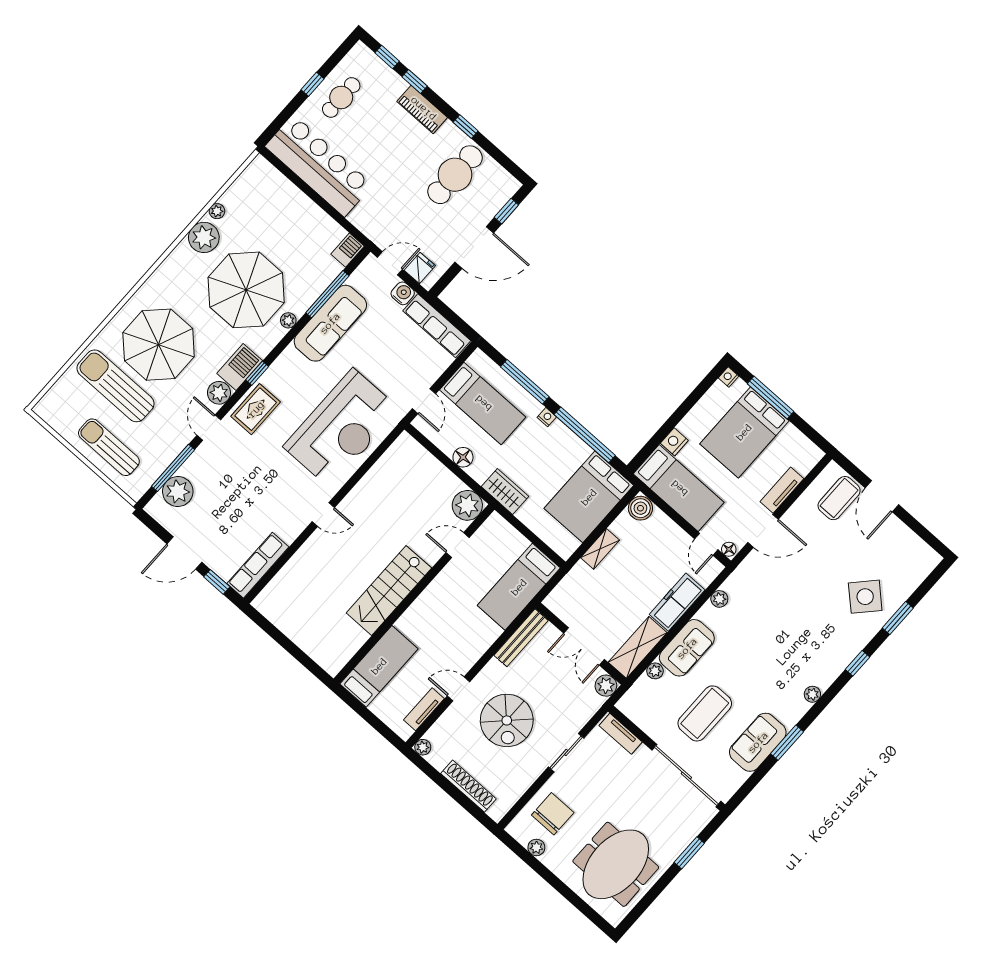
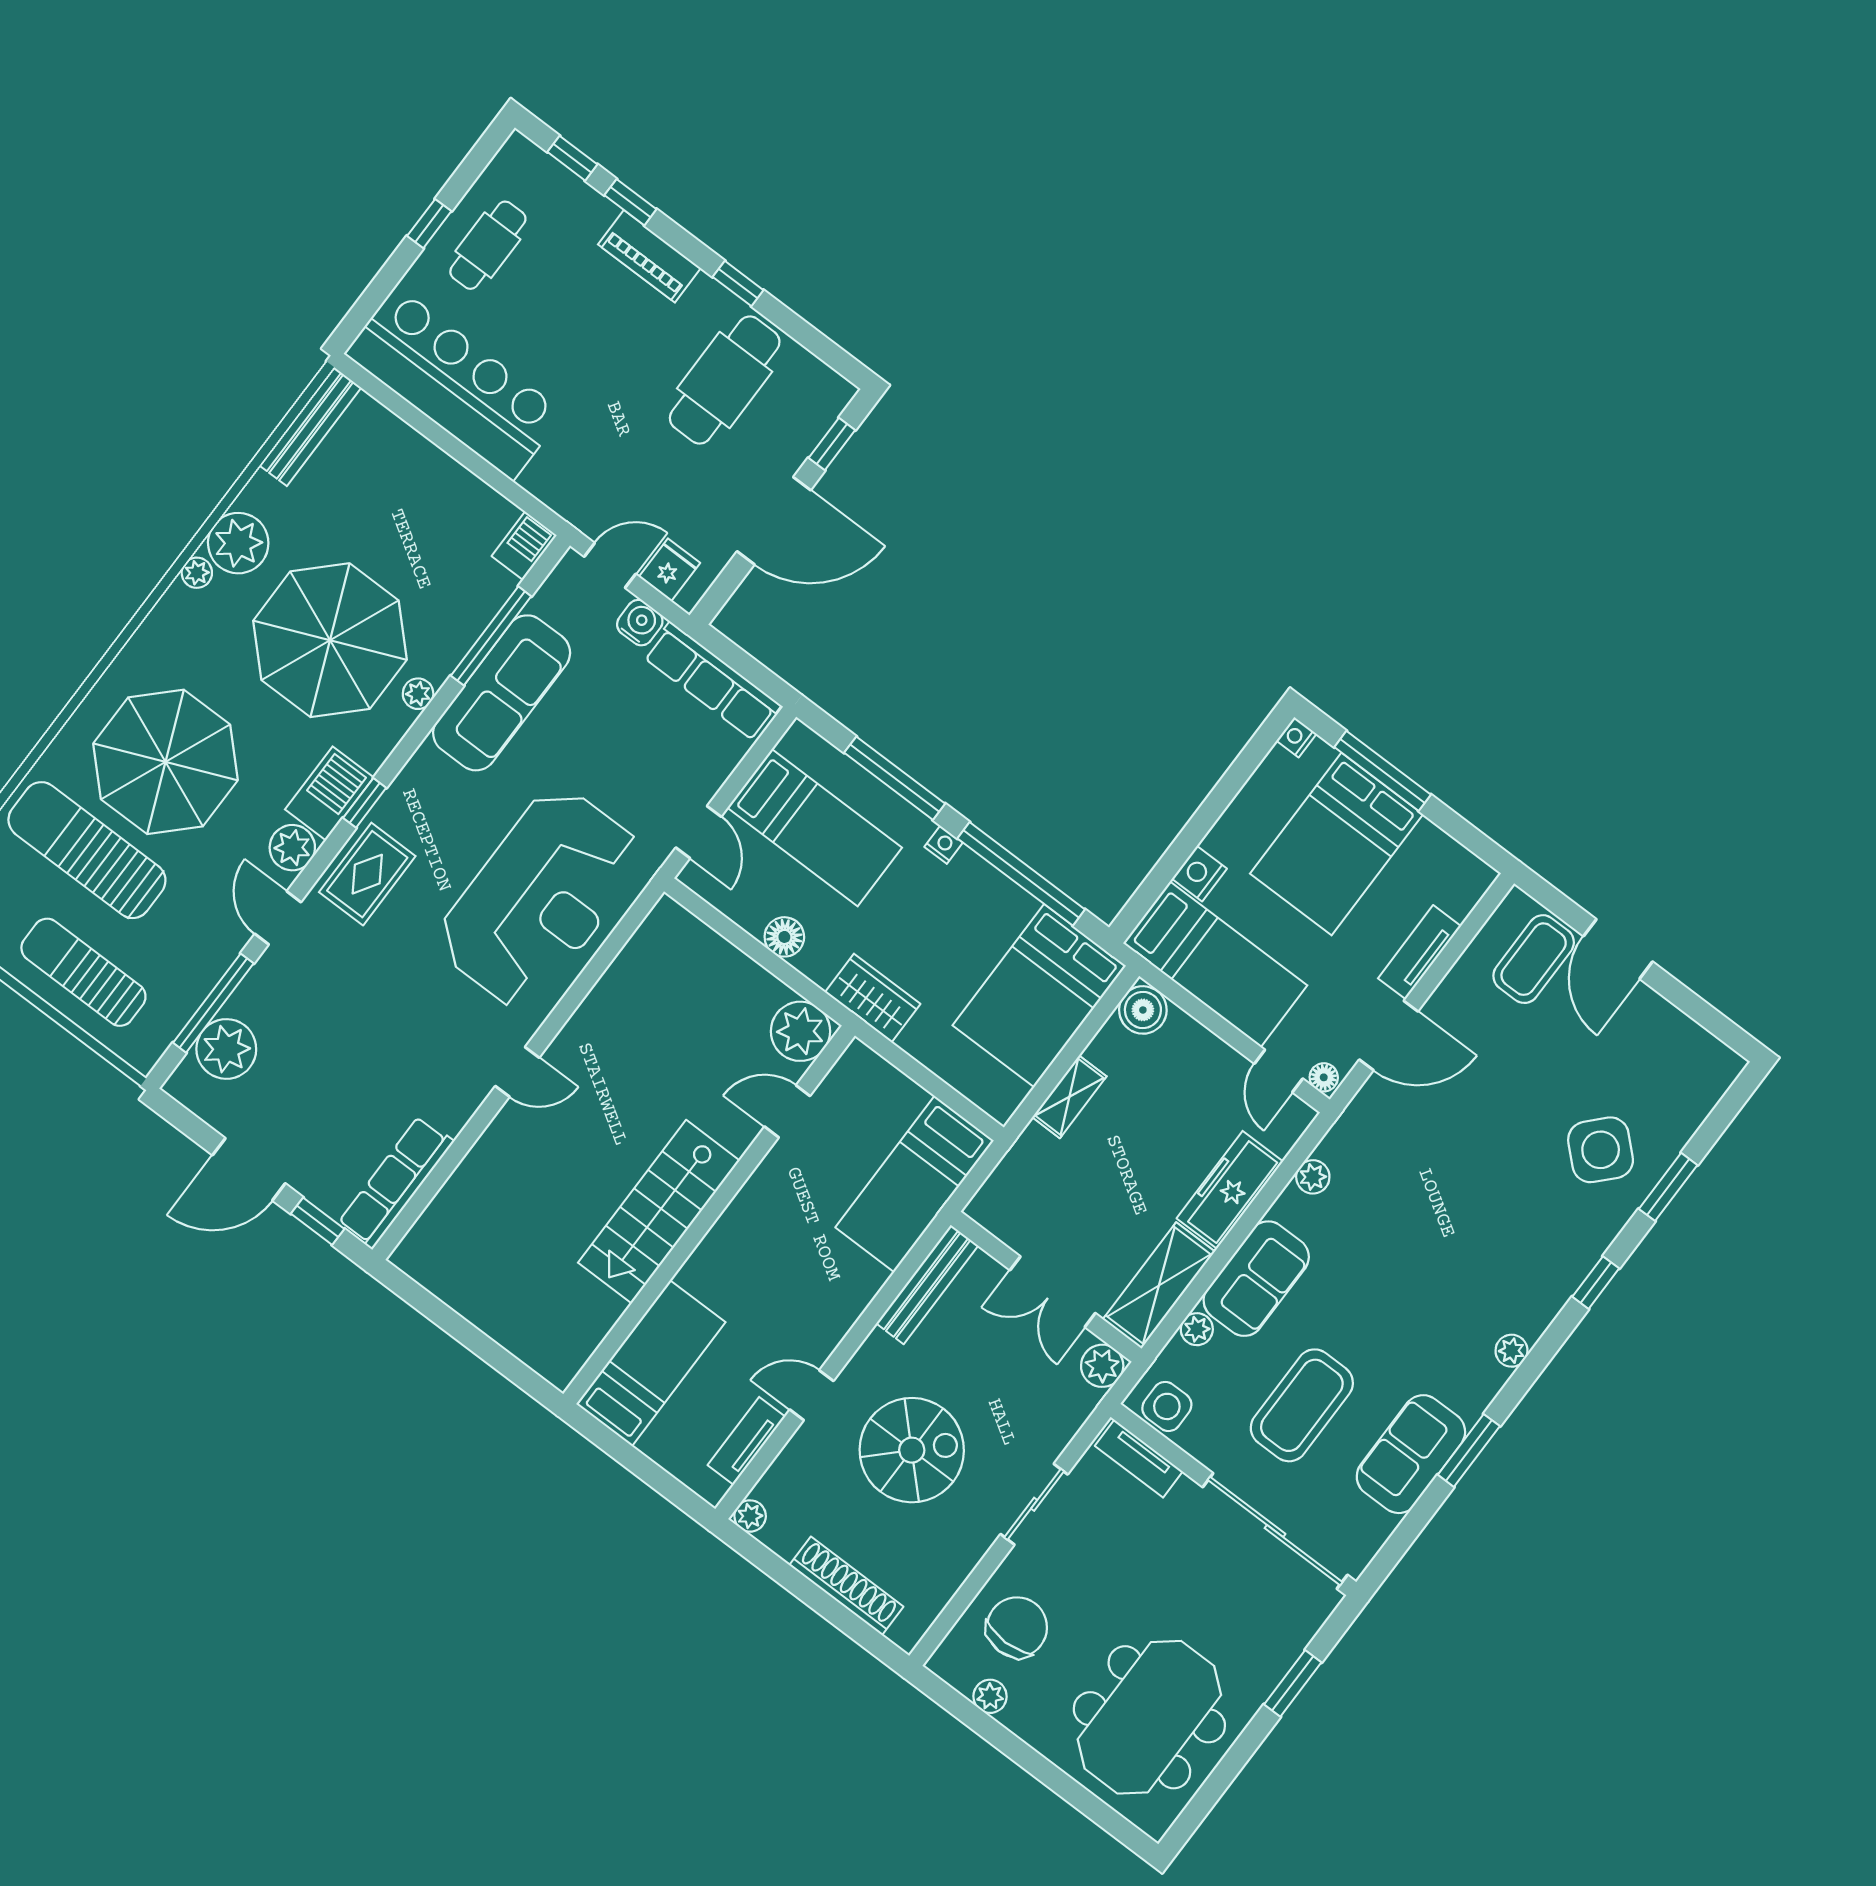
bench: (245, 182) -> (310, 426), added
plant: (217, 211) -> (197, 573), moved
side table: (637, 709) -> (1167, 1406), added
spiral stairs: (507, 720) -> (912, 1450), turned -90

